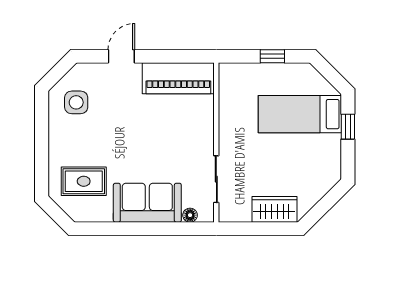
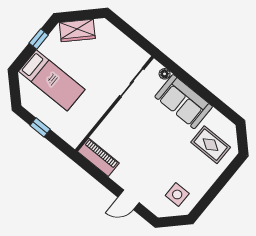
piano: (178, 78) -> (98, 157), width x0.73, depth x0.75
window: (348, 127) -> (39, 39), moved
wardrobe: (274, 209) -> (77, 30), moved, turned -45

